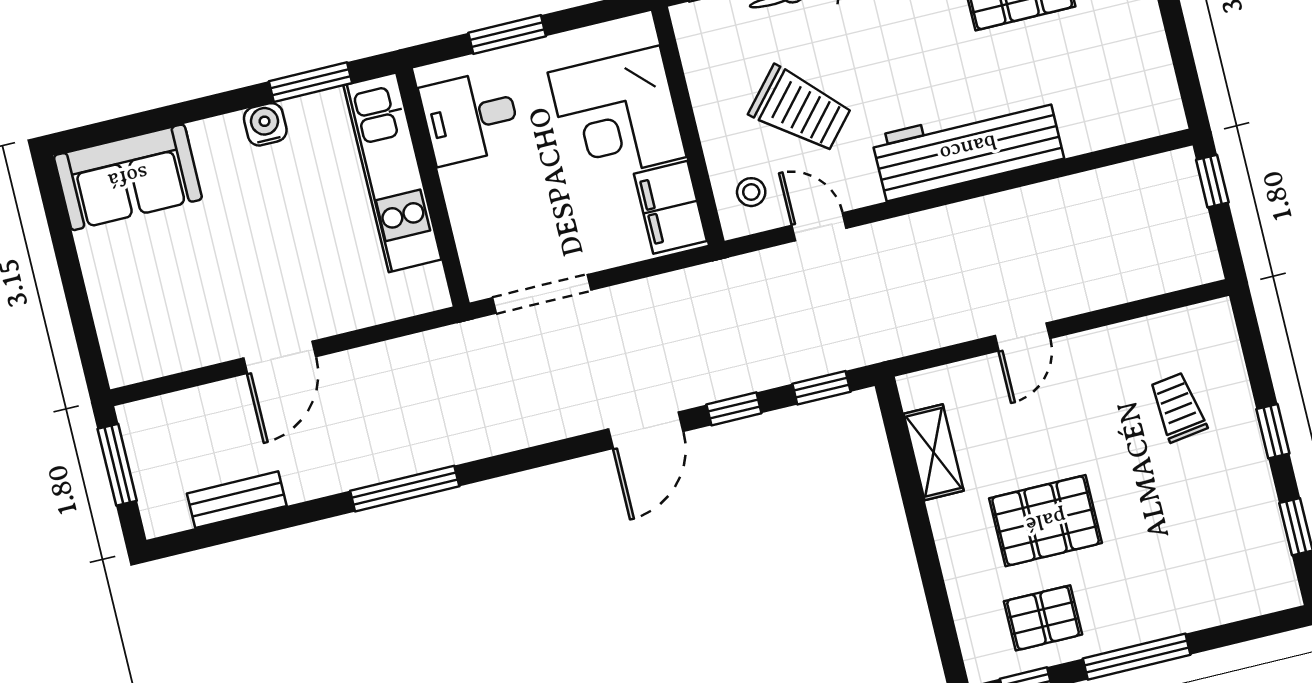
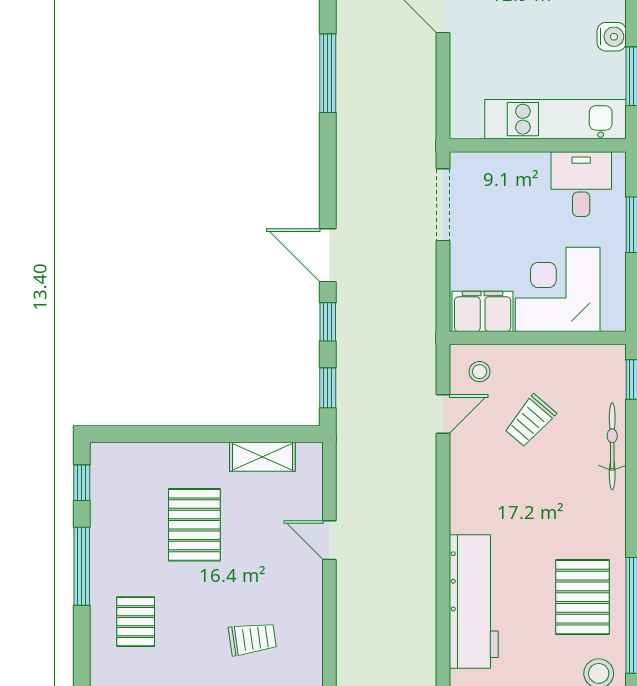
trolley: (800, 109) -> (530, 421), width x0.73, depth x0.72
workbench: (968, 148) -> (474, 601), moved
pallet: (1043, 618) -> (136, 622), moved

